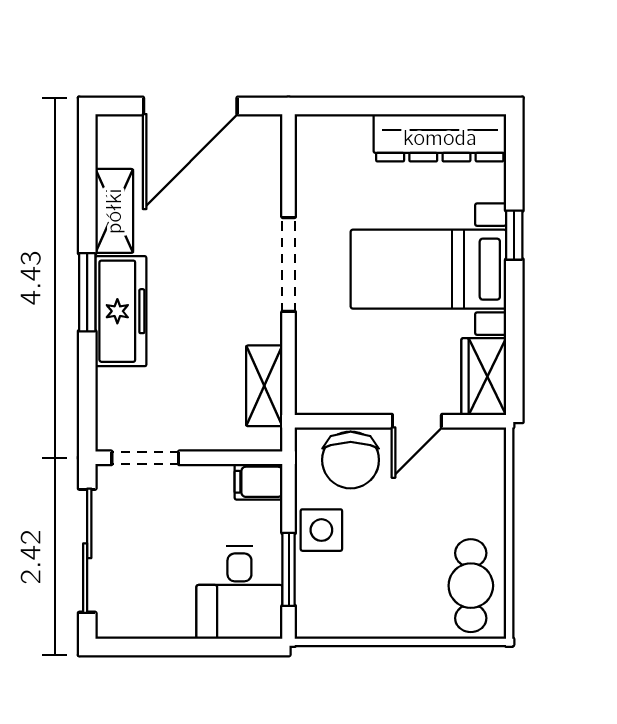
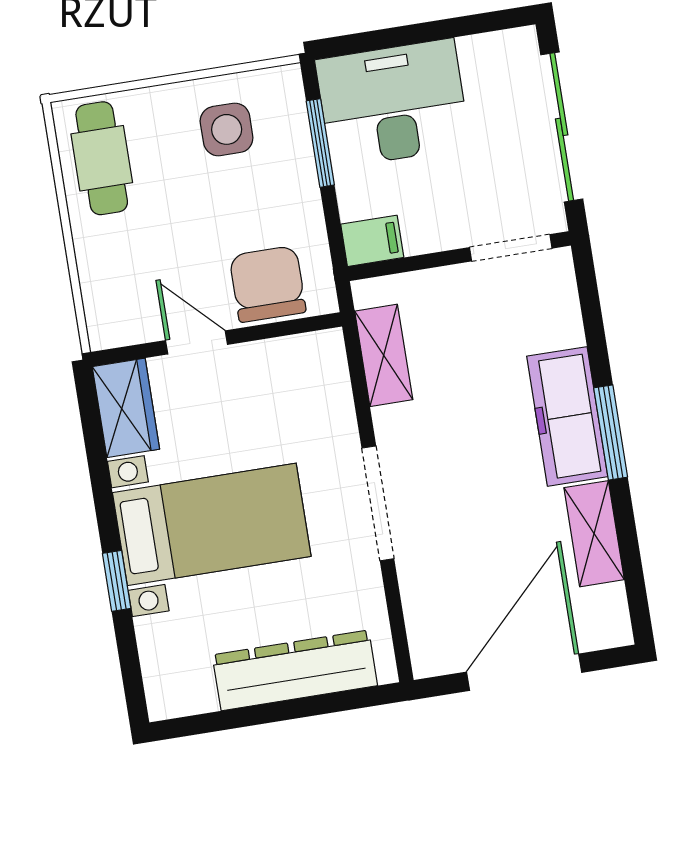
dresser: (440, 138) -> (295, 670), moved
door: (417, 421) -> (197, 342), hinge flipped
side table: (321, 530) -> (227, 129), moved
desk: (239, 592) -> (393, 103), width x1.37

